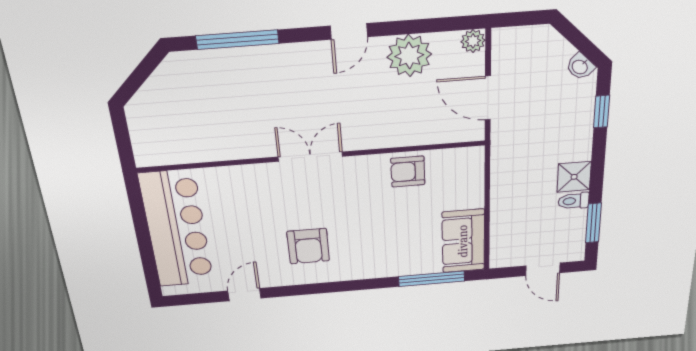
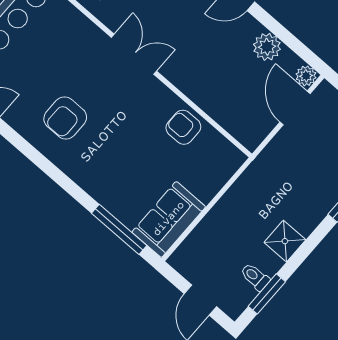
plant: (409, 56) -> (267, 47), width x0.73, depth x0.73
door: (488, 98) -> (295, 108), moved
toilet: (574, 201) -> (255, 277), moved

